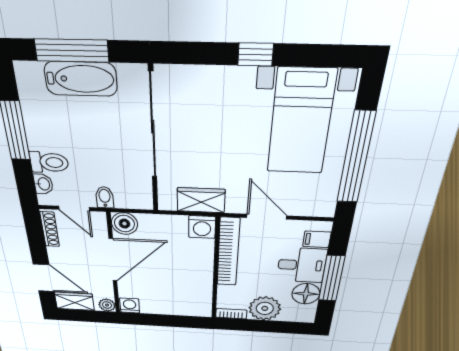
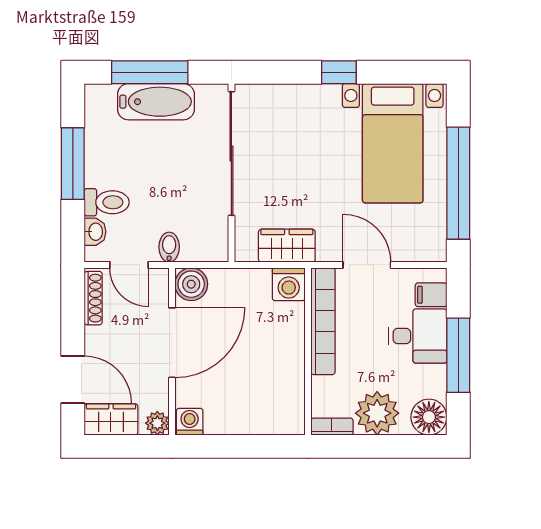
floor lamp: (306, 294) -> (429, 417), moved

